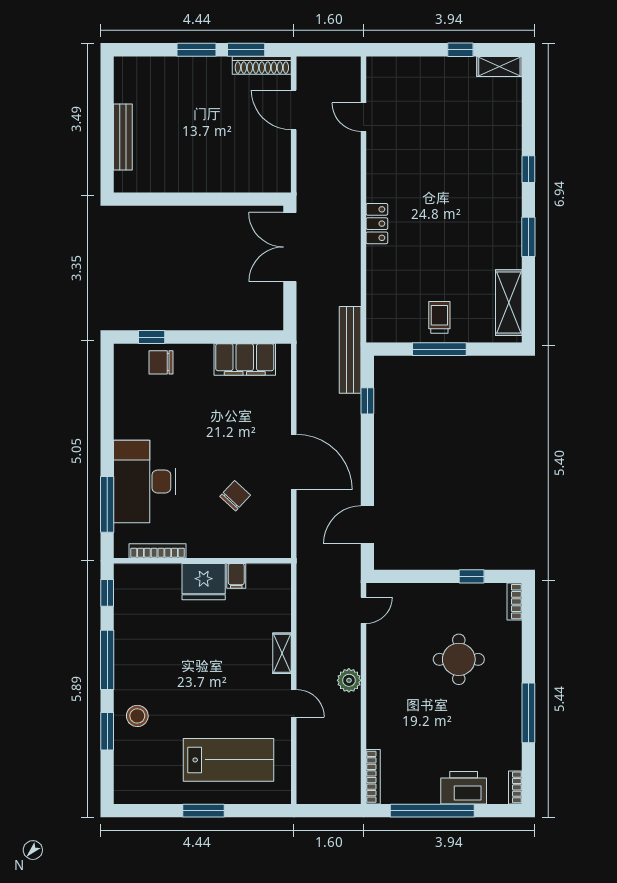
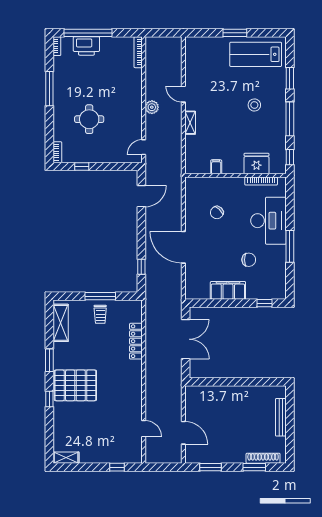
window: (197, 50) -> (254, 467), moved
window: (460, 50) -> (117, 467), moved
shoe rack: (262, 65) -> (263, 458), moved
pallet: (483, 193) -> (75, 385), added
locker: (377, 224) -> (136, 341), moved, width x1.53
double door: (290, 247) -> (186, 339), moved
bench: (350, 350) -> (151, 296), removed
filing cabinet: (245, 359) -> (228, 290), moved
chair: (161, 362) -> (249, 260), moved
door: (294, 462) -> (183, 247), moved
window: (107, 504) -> (290, 246), moved
fridge: (204, 582) -> (257, 164), moved
stool: (137, 716) -> (254, 105), moved
lab bench: (229, 760) -> (256, 54), moved
window: (432, 811) -> (88, 33), moved

